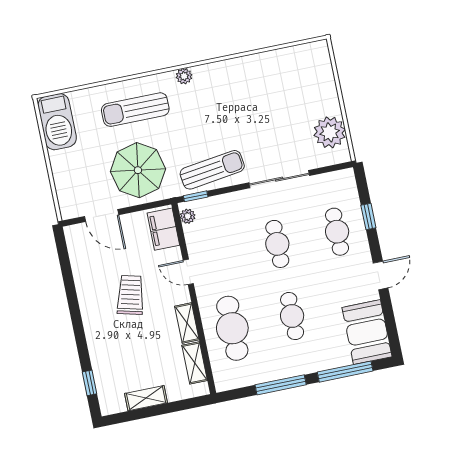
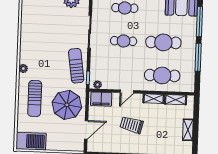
cafe table: (292, 316) -> (163, 42), width x1.37, depth x1.35

